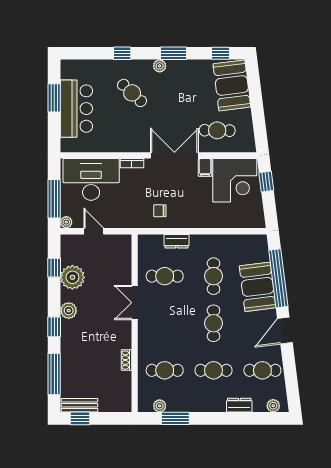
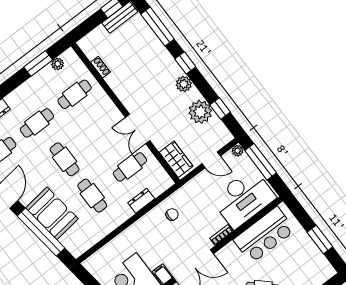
bar counter: (76, 109) -> (264, 235), moved, turned -90
wardrobe: (122, 254) -> (176, 159), added
double door: (135, 303) -> (138, 129), swing flipped
shoe rack: (126, 360) -> (100, 67), moved

